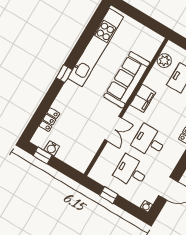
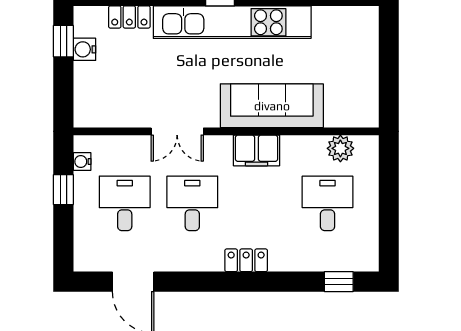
kitchen unit: (96, 48) -> (232, 22), moved
water cooler: (146, 206) -> (82, 161), moved

